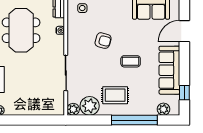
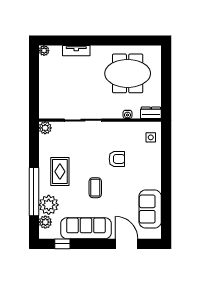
armchair: (103, 41) -> (117, 159), turned -105
plant: (90, 106) -> (49, 205), moved

